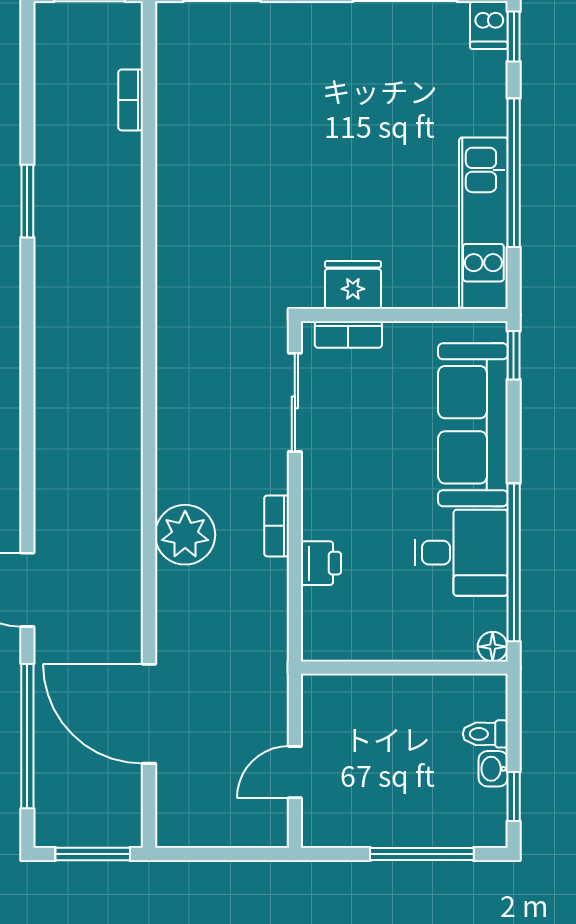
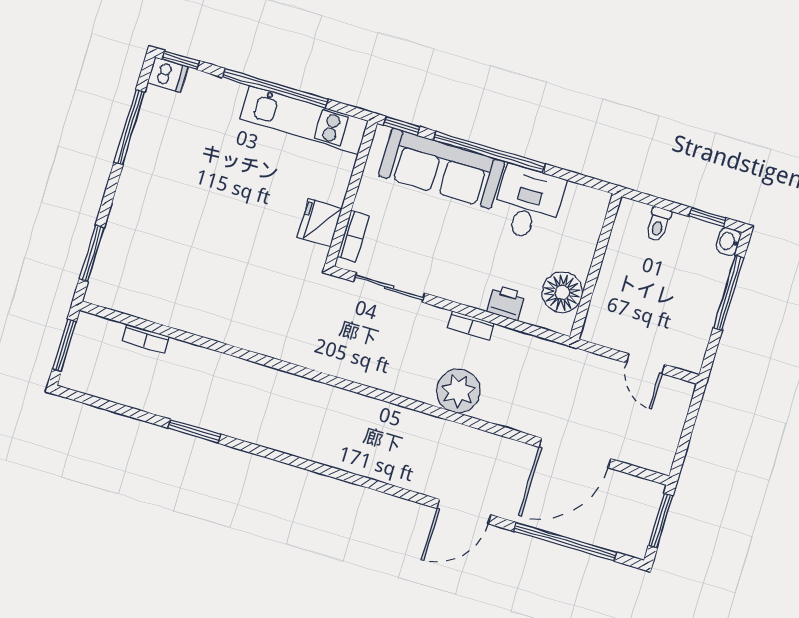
window: (514, 562) -> (489, 152), moved
floor lamp: (493, 647) -> (562, 292), moved, width x1.89, depth x1.89
washbasin: (493, 769) -> (728, 241), moved, turned 90

